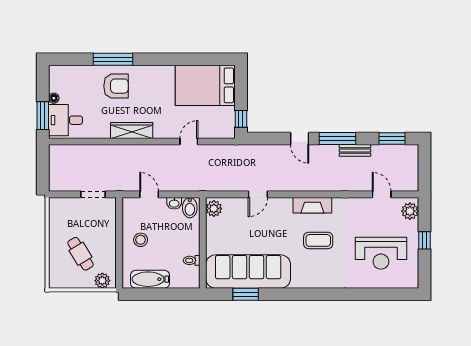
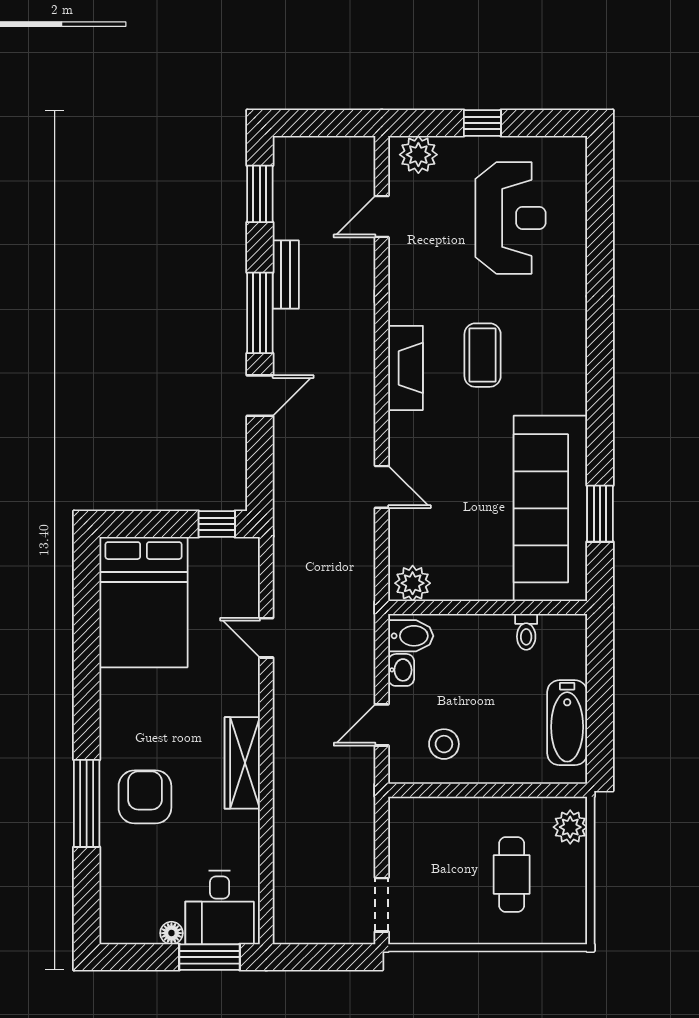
doorway: (93, 194) -> (382, 905), moved
stool: (141, 240) -> (444, 744), moved
cafe table: (81, 254) -> (512, 875), turned -59

